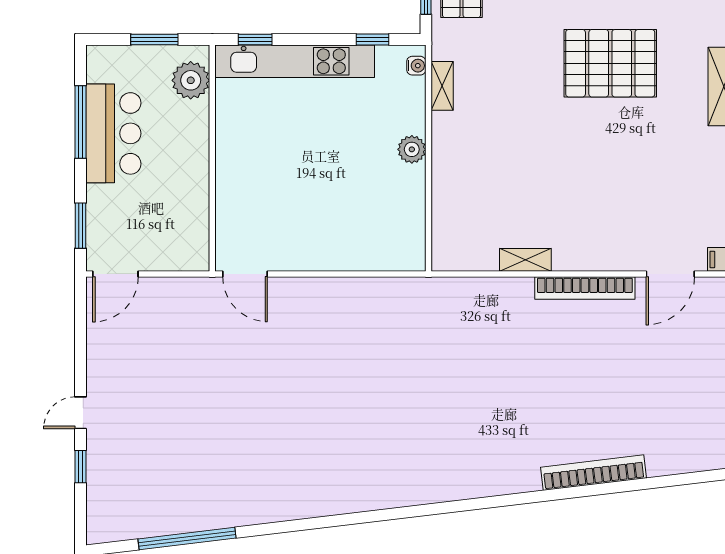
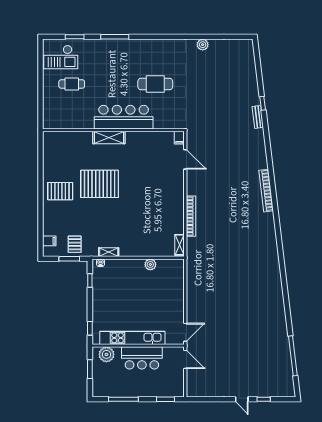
kitchen unit: (295, 61) -> (132, 338), moved, turned -90
pallet: (610, 63) -> (100, 184), turned 90
bar counter: (113, 133) -> (142, 358), moved, turned 180
plant: (412, 149) -> (150, 264), moved
shelving: (525, 260) -> (180, 245), moved
door: (115, 274) -> (185, 359), moved
bookcase: (585, 288) -> (191, 216), moved

